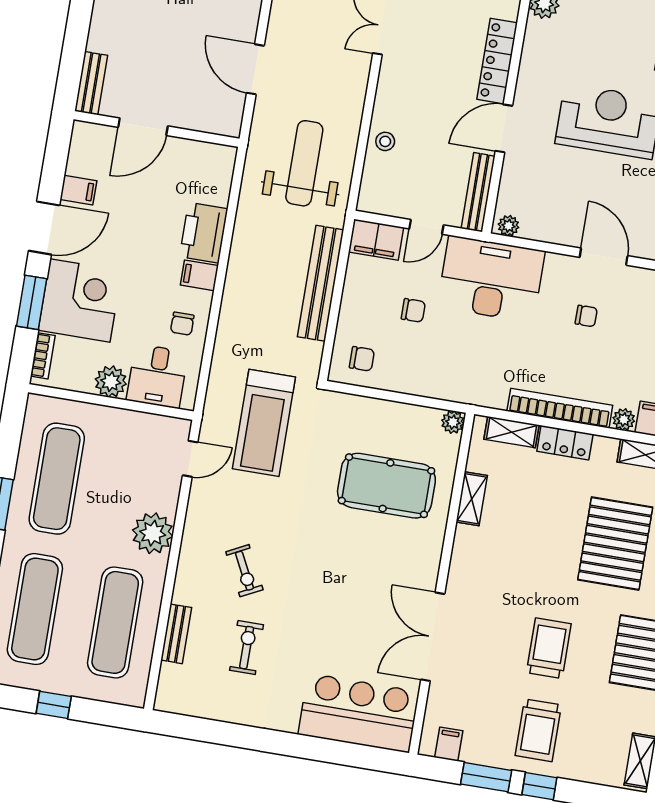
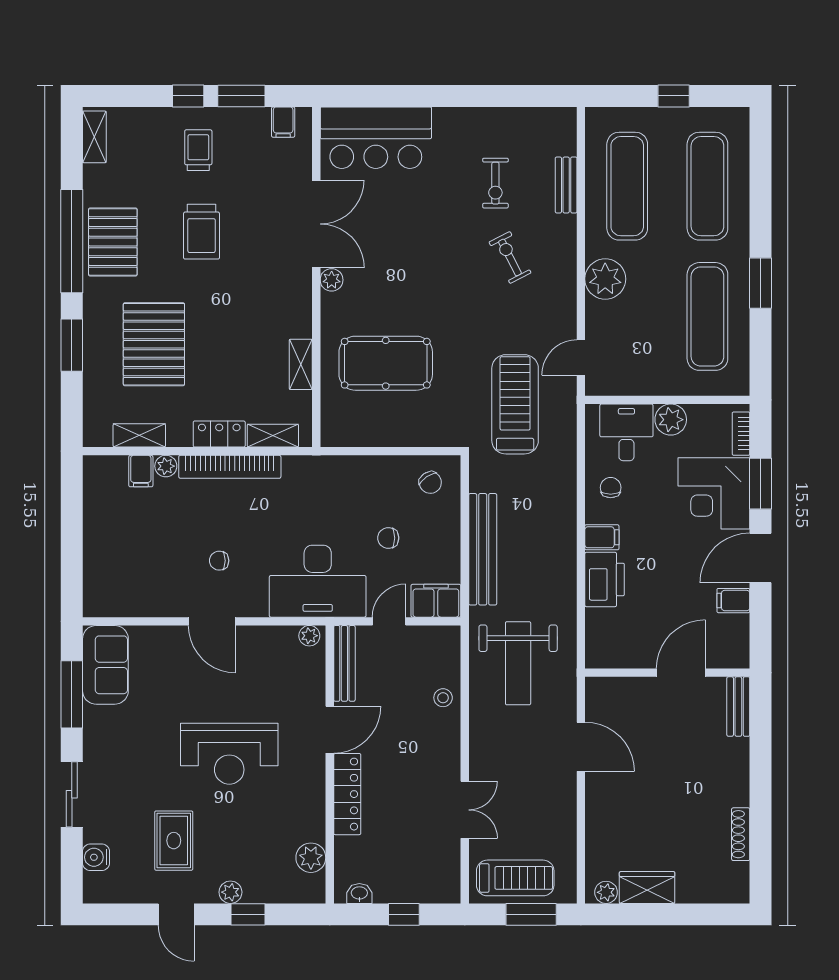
chair: (362, 359) -> (430, 483), turned -124
plant: (453, 422) -> (332, 280), moved
trolley: (538, 730) -> (198, 150), width x0.73, depth x0.72

